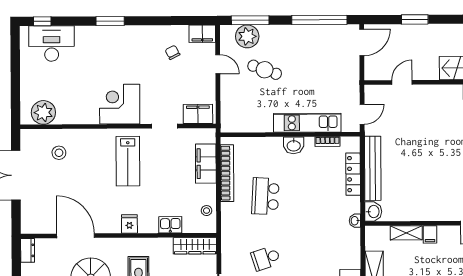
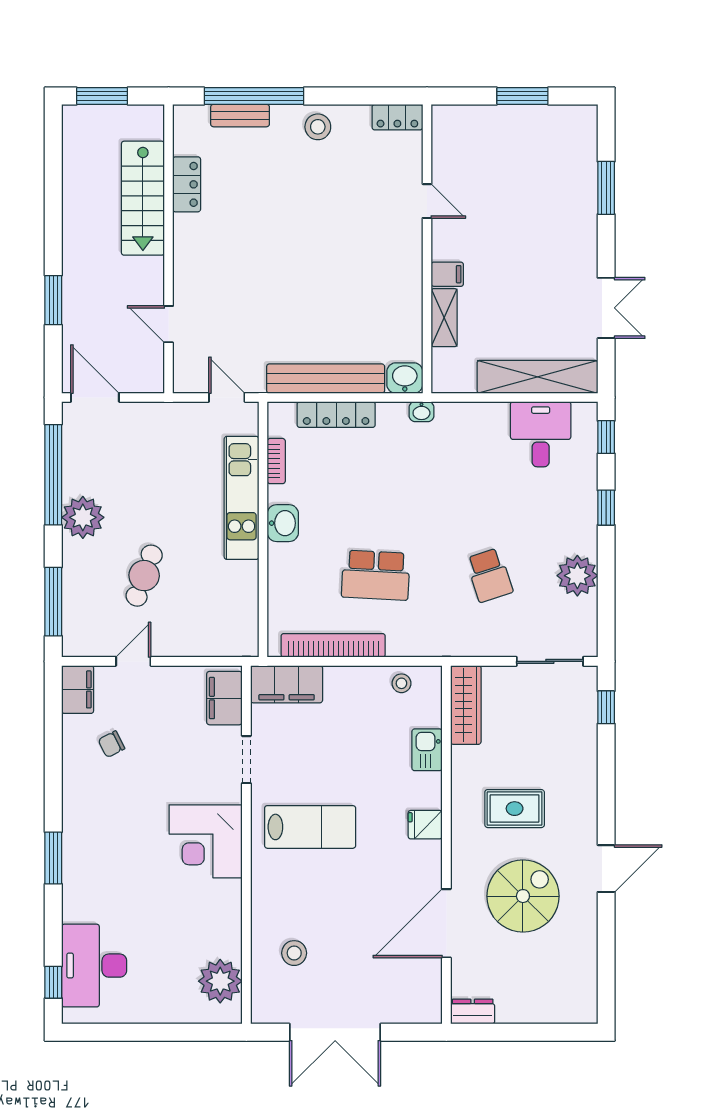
plant: (247, 36) -> (83, 517), moved
filing cabinet: (206, 164) -> (287, 684), moved

